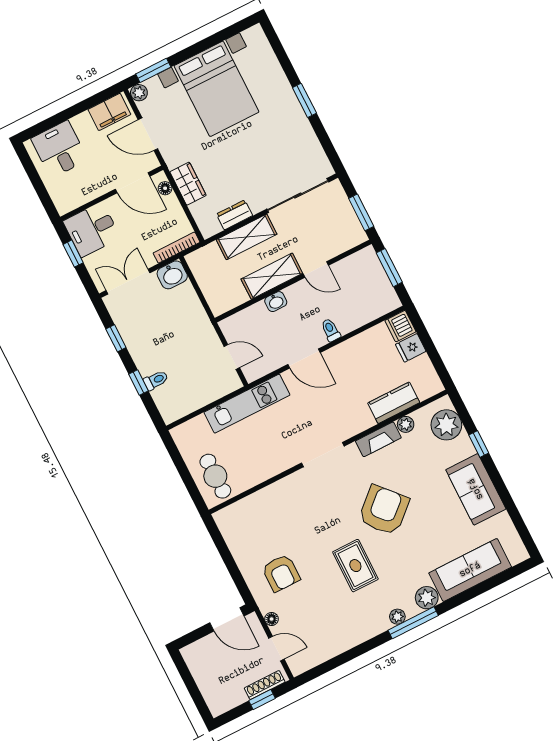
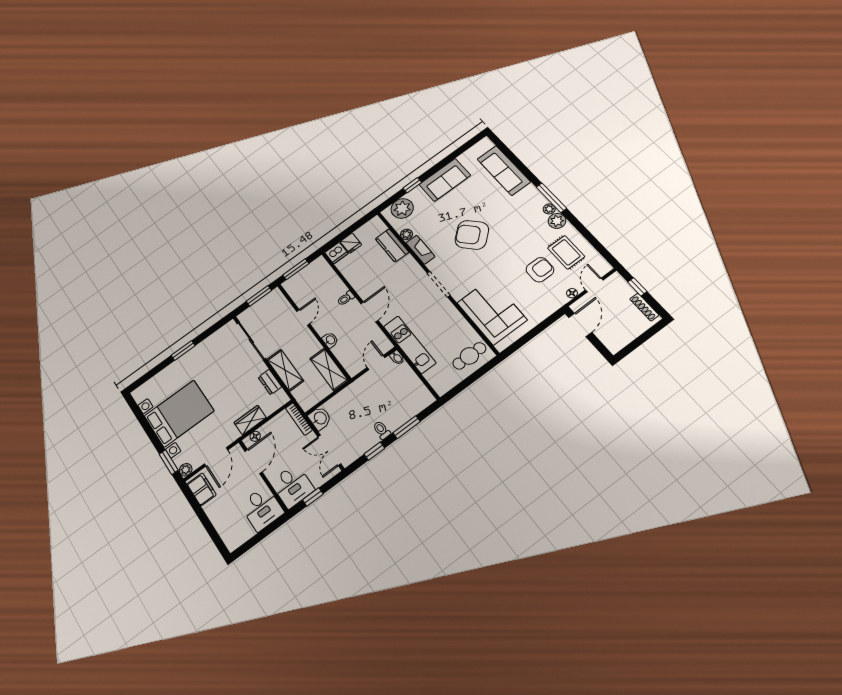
desk: (59, 149) -> (262, 508), moved, turned -90
shelving: (272, 276) -> (329, 370), moved
toilet: (156, 380) -> (382, 430), moved
window: (138, 382) -> (407, 427), width x1.50
bidet: (233, 385) -> (397, 358), added
corner sofa: (269, 515) -> (492, 311), added
rug: (355, 566) -> (566, 252), moved, turned 90
armchair: (281, 573) -> (540, 270), moved
plant: (427, 598) -> (557, 221), moved
shoe rack: (265, 685) -> (644, 307), moved

